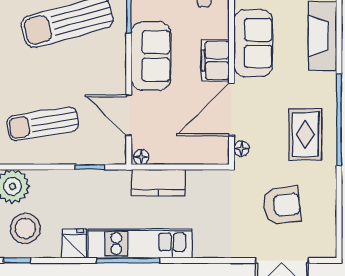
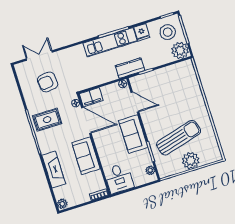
filing cabinet: (215, 60) -> (91, 97), moved, turned 90
door: (231, 109) -> (86, 120), hinge flipped
sun lounger: (43, 124) -> (175, 85), removed
rug: (305, 134) -> (47, 120), turned 90
kitchen counter: (158, 183) -> (130, 68), moved

